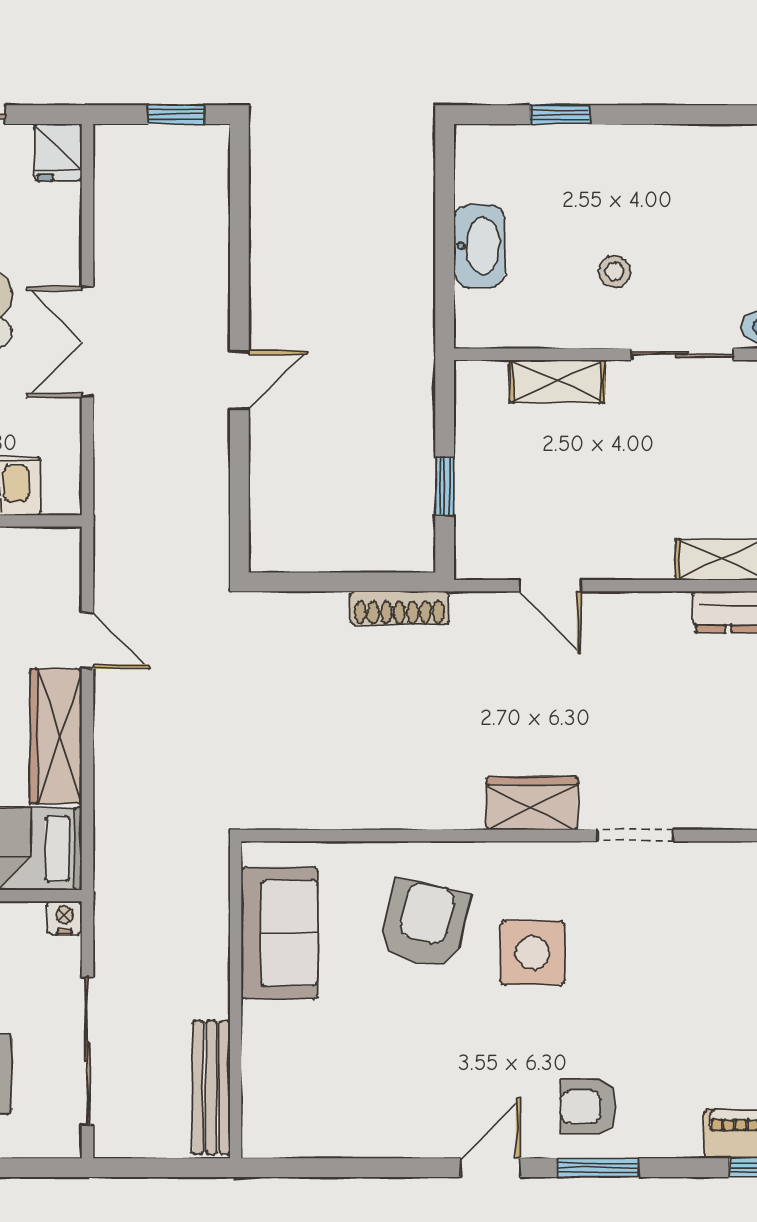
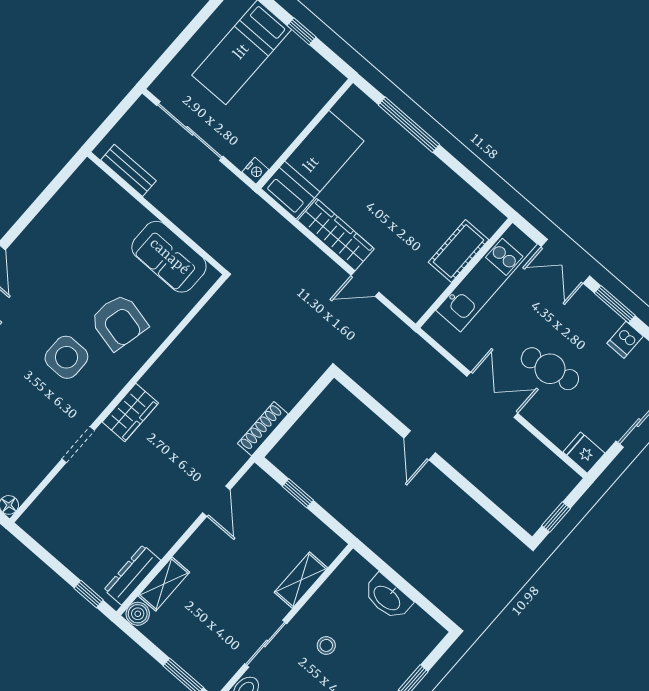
door: (550, 586) -> (216, 501), swing flipped
bench: (211, 1087) -> (128, 170), width x0.73

